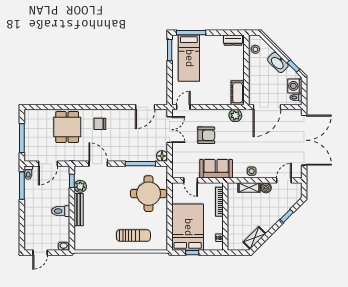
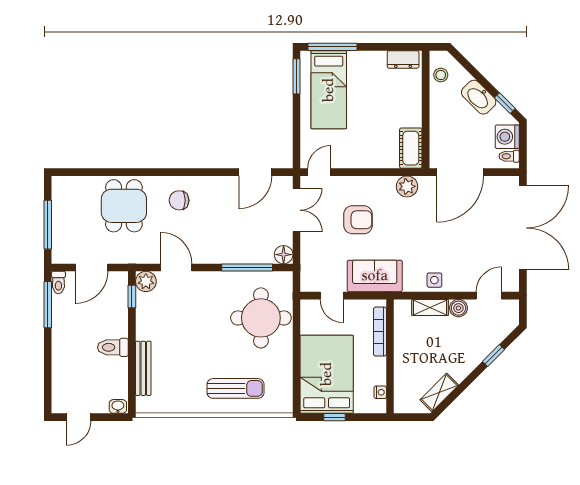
plant: (80, 186) -> (146, 281), moved
bench: (79, 210) -> (143, 368), moved

